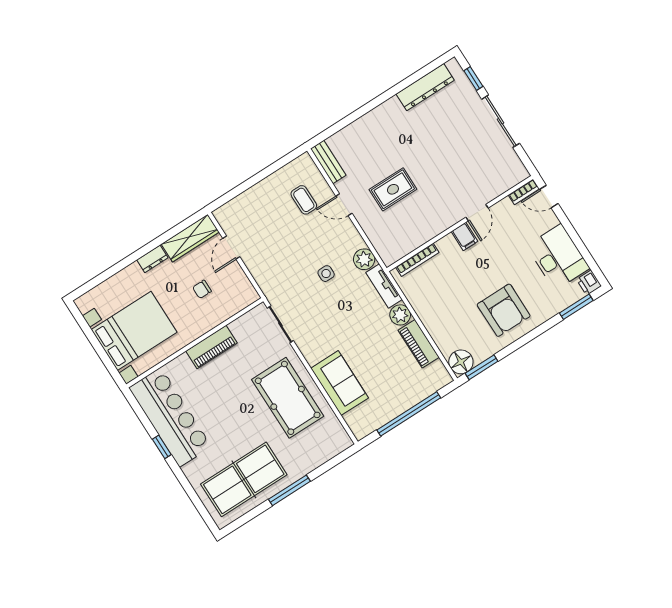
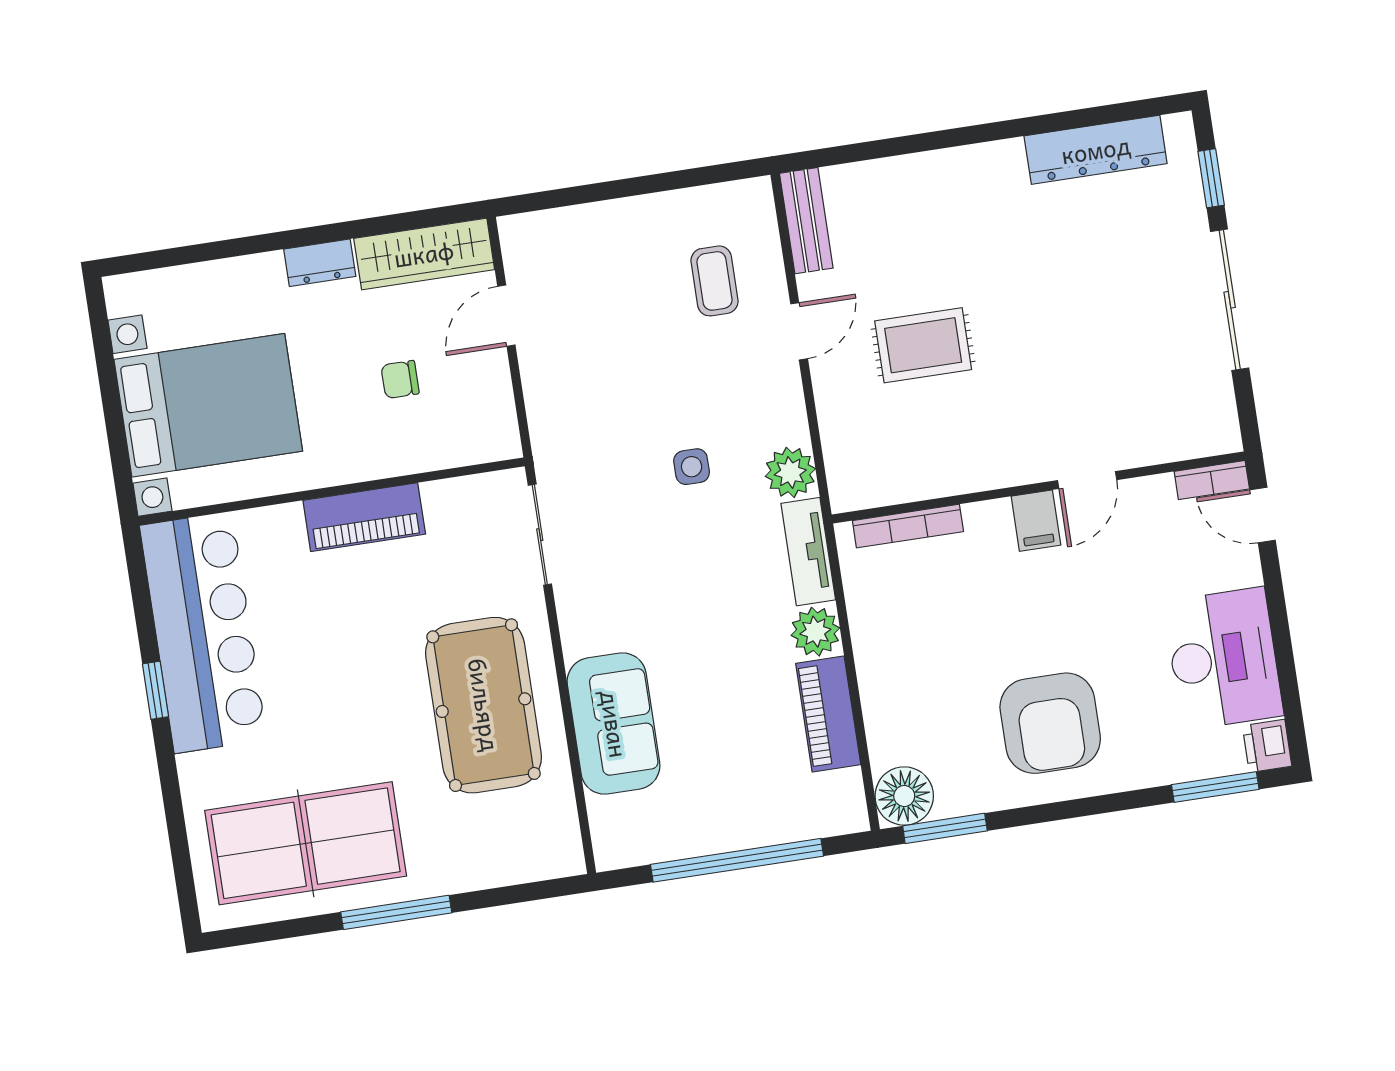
door: (344, 205) -> (799, 331), swing flipped

